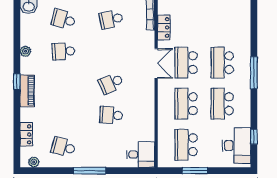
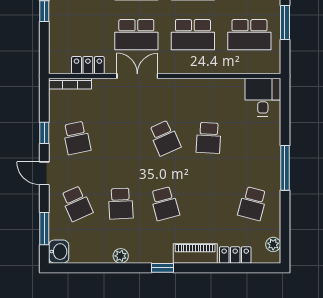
school desk: (63, 19) -> (77, 204), turned -39
school desk: (63, 83) -> (165, 204), added
piano: (27, 91) -> (195, 254), moved

